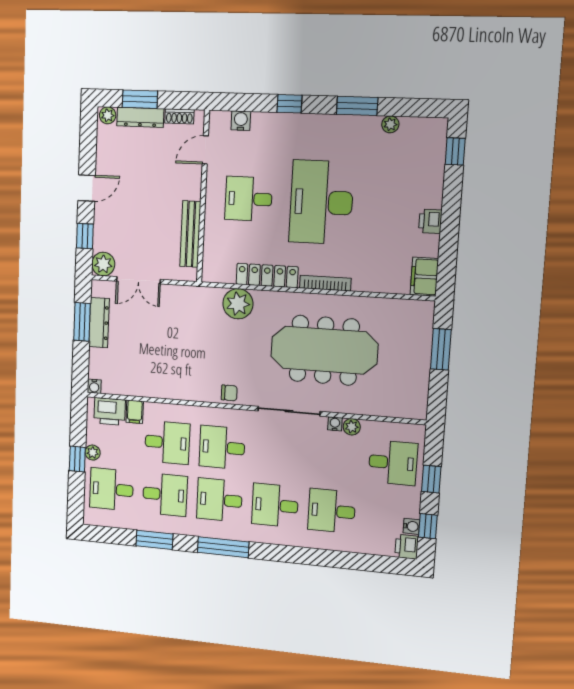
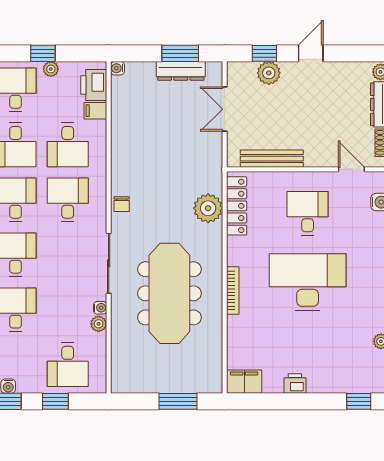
door: (87, 188) -> (311, 53), swing flipped
plant: (103, 264) -> (269, 73), moved
locker: (267, 275) -> (237, 206), moved

